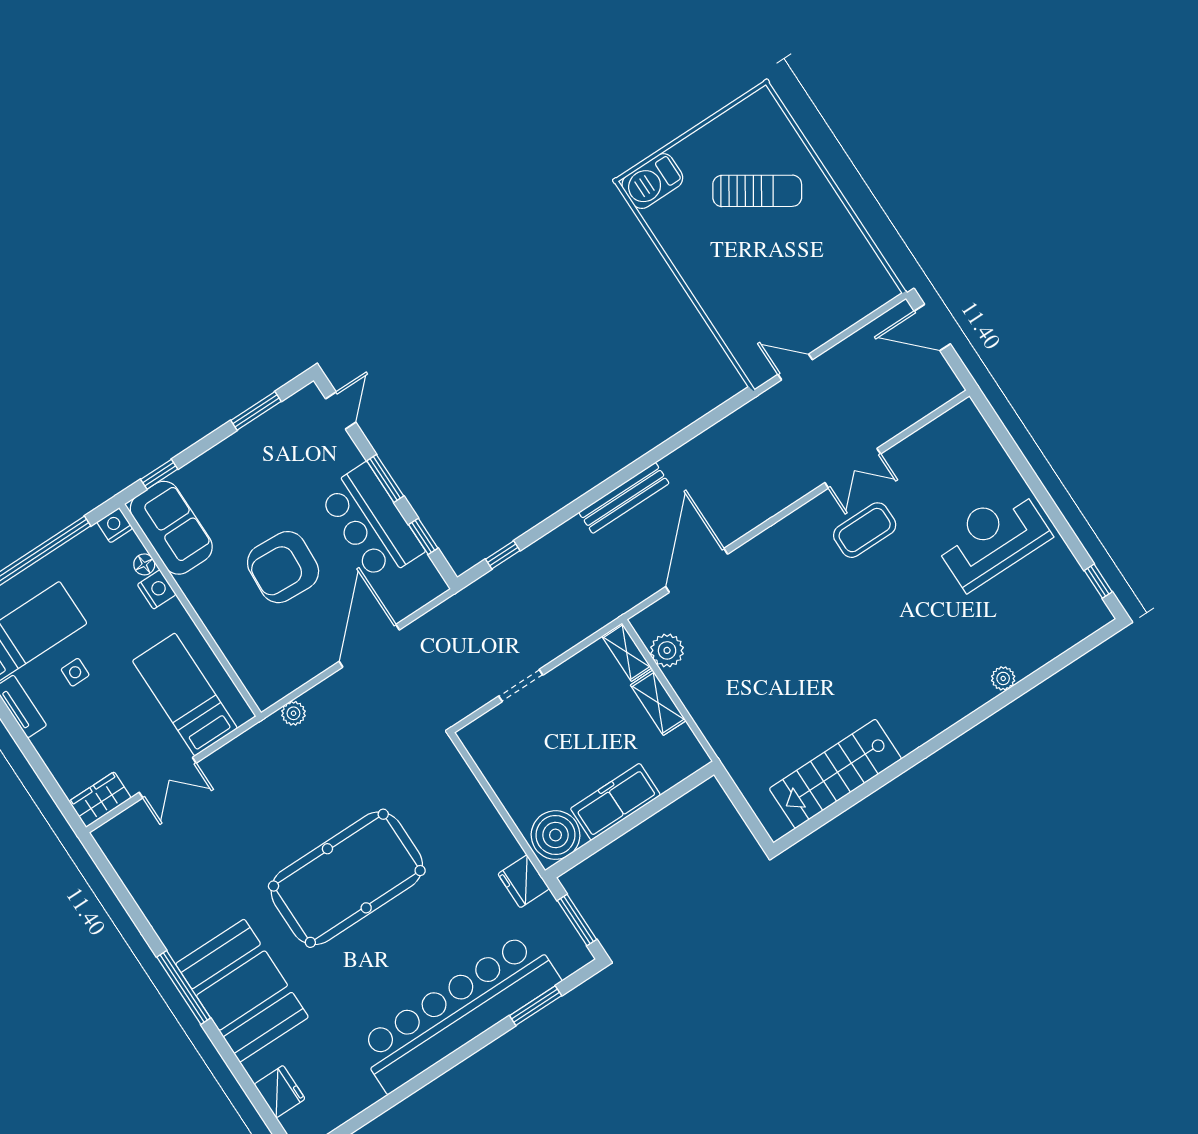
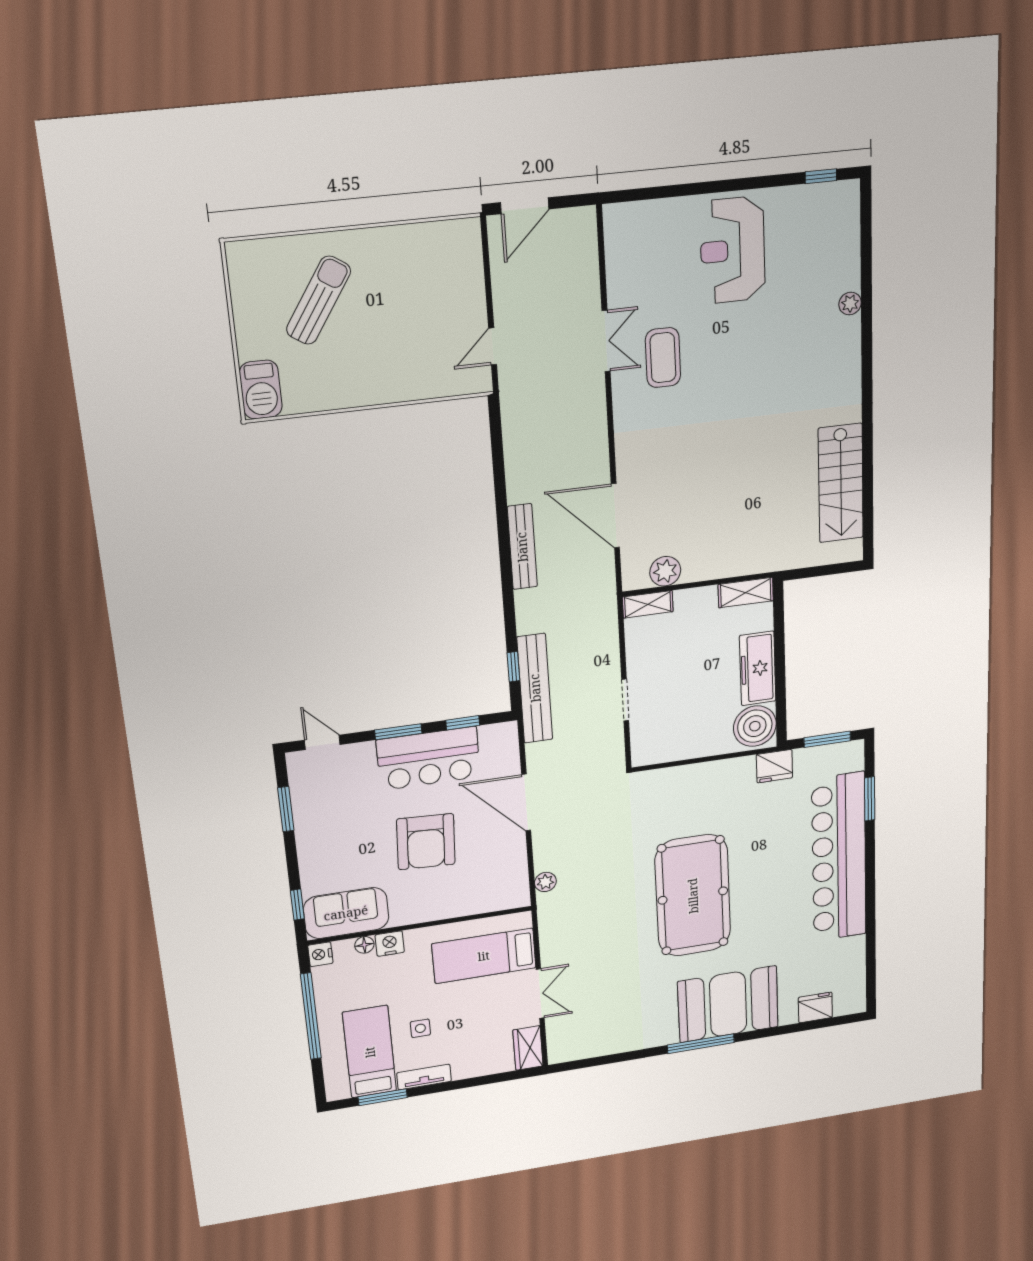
bench: (491, 588) -> (535, 688), added
shelving: (658, 703) -> (746, 593), moved

